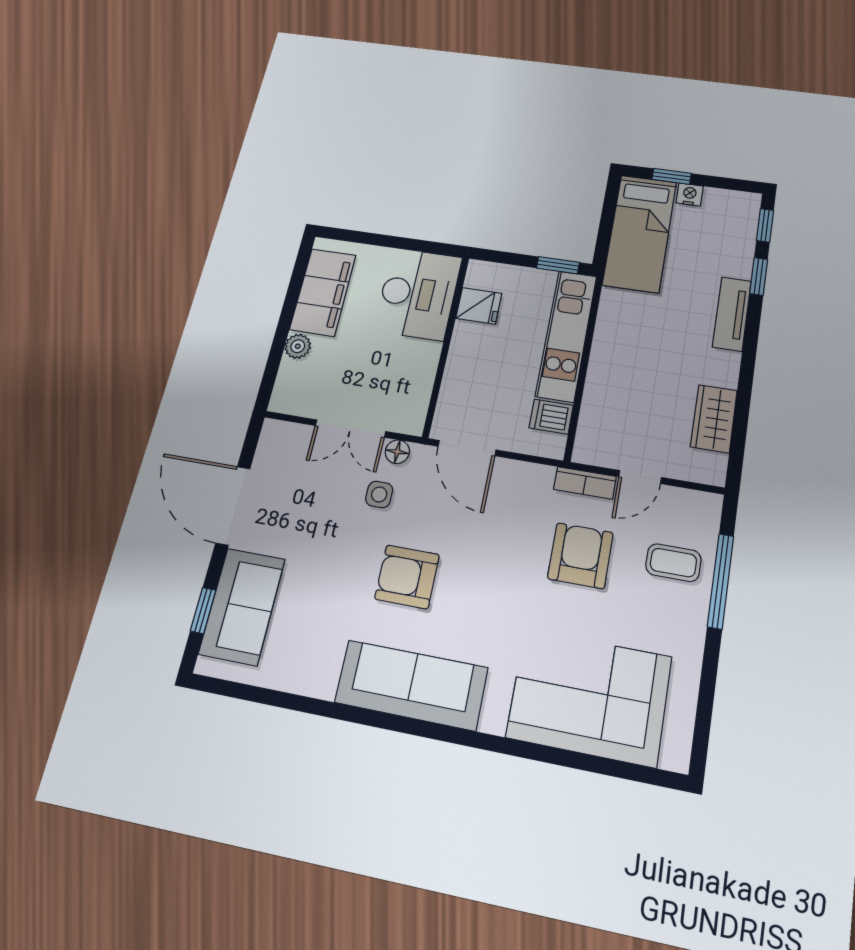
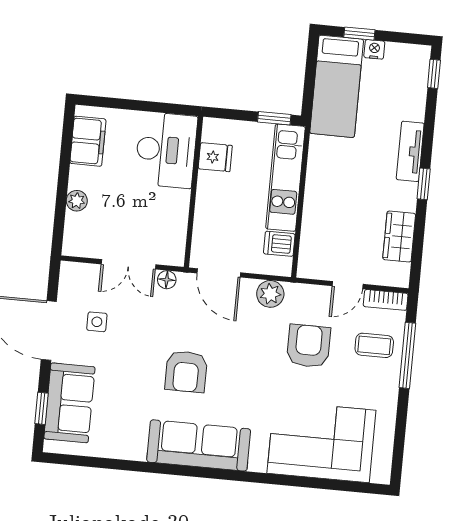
window: (759, 276) -> (424, 184), moved
filing cabinet: (323, 292) -> (88, 141), width x0.67, depth x0.86
plant: (533, 481) -> (270, 294), added
bookcase: (585, 483) -> (386, 300), moved
side table: (379, 494) -> (97, 322), moved
armchair: (407, 577) -> (186, 372), turned -90

